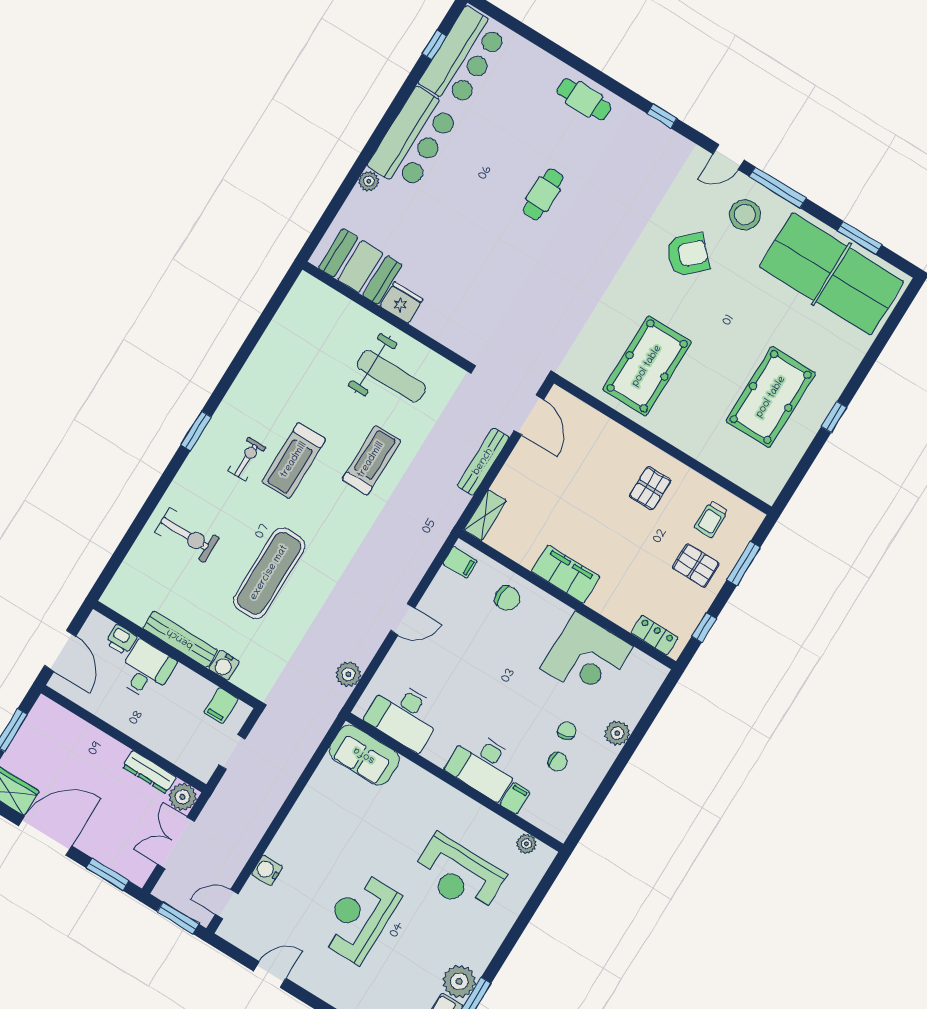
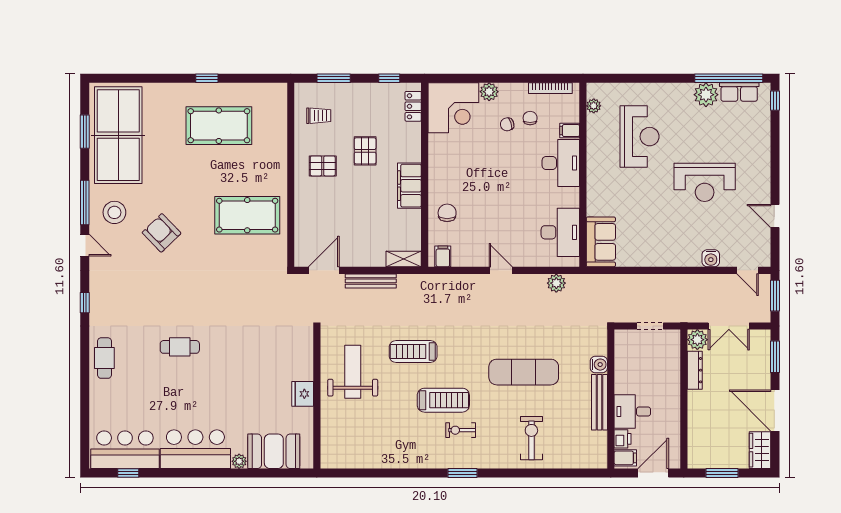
booth: (360, 267) -> (274, 451), moved, turned 90
pallet: (696, 566) -> (365, 151), moved
corner desk: (587, 657) -> (453, 108), moved, turned 90
filing cabinet: (221, 706) -> (625, 458), moved
bookcase: (578, 806) -> (550, 88), added

